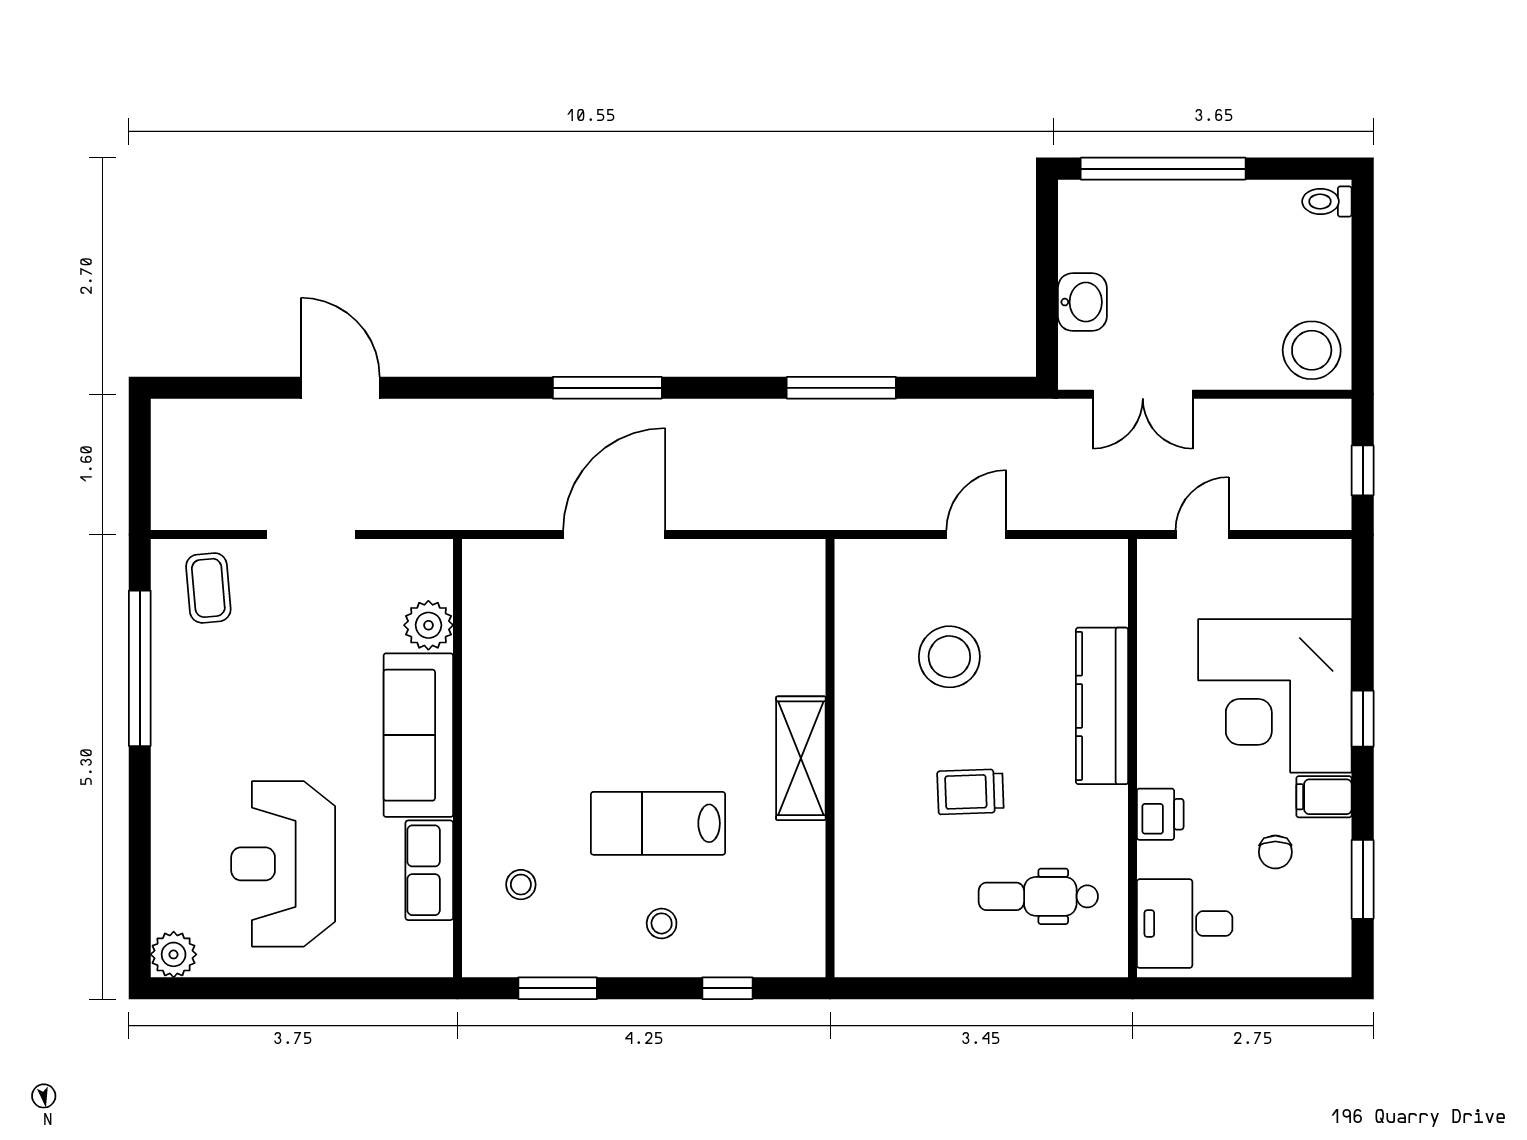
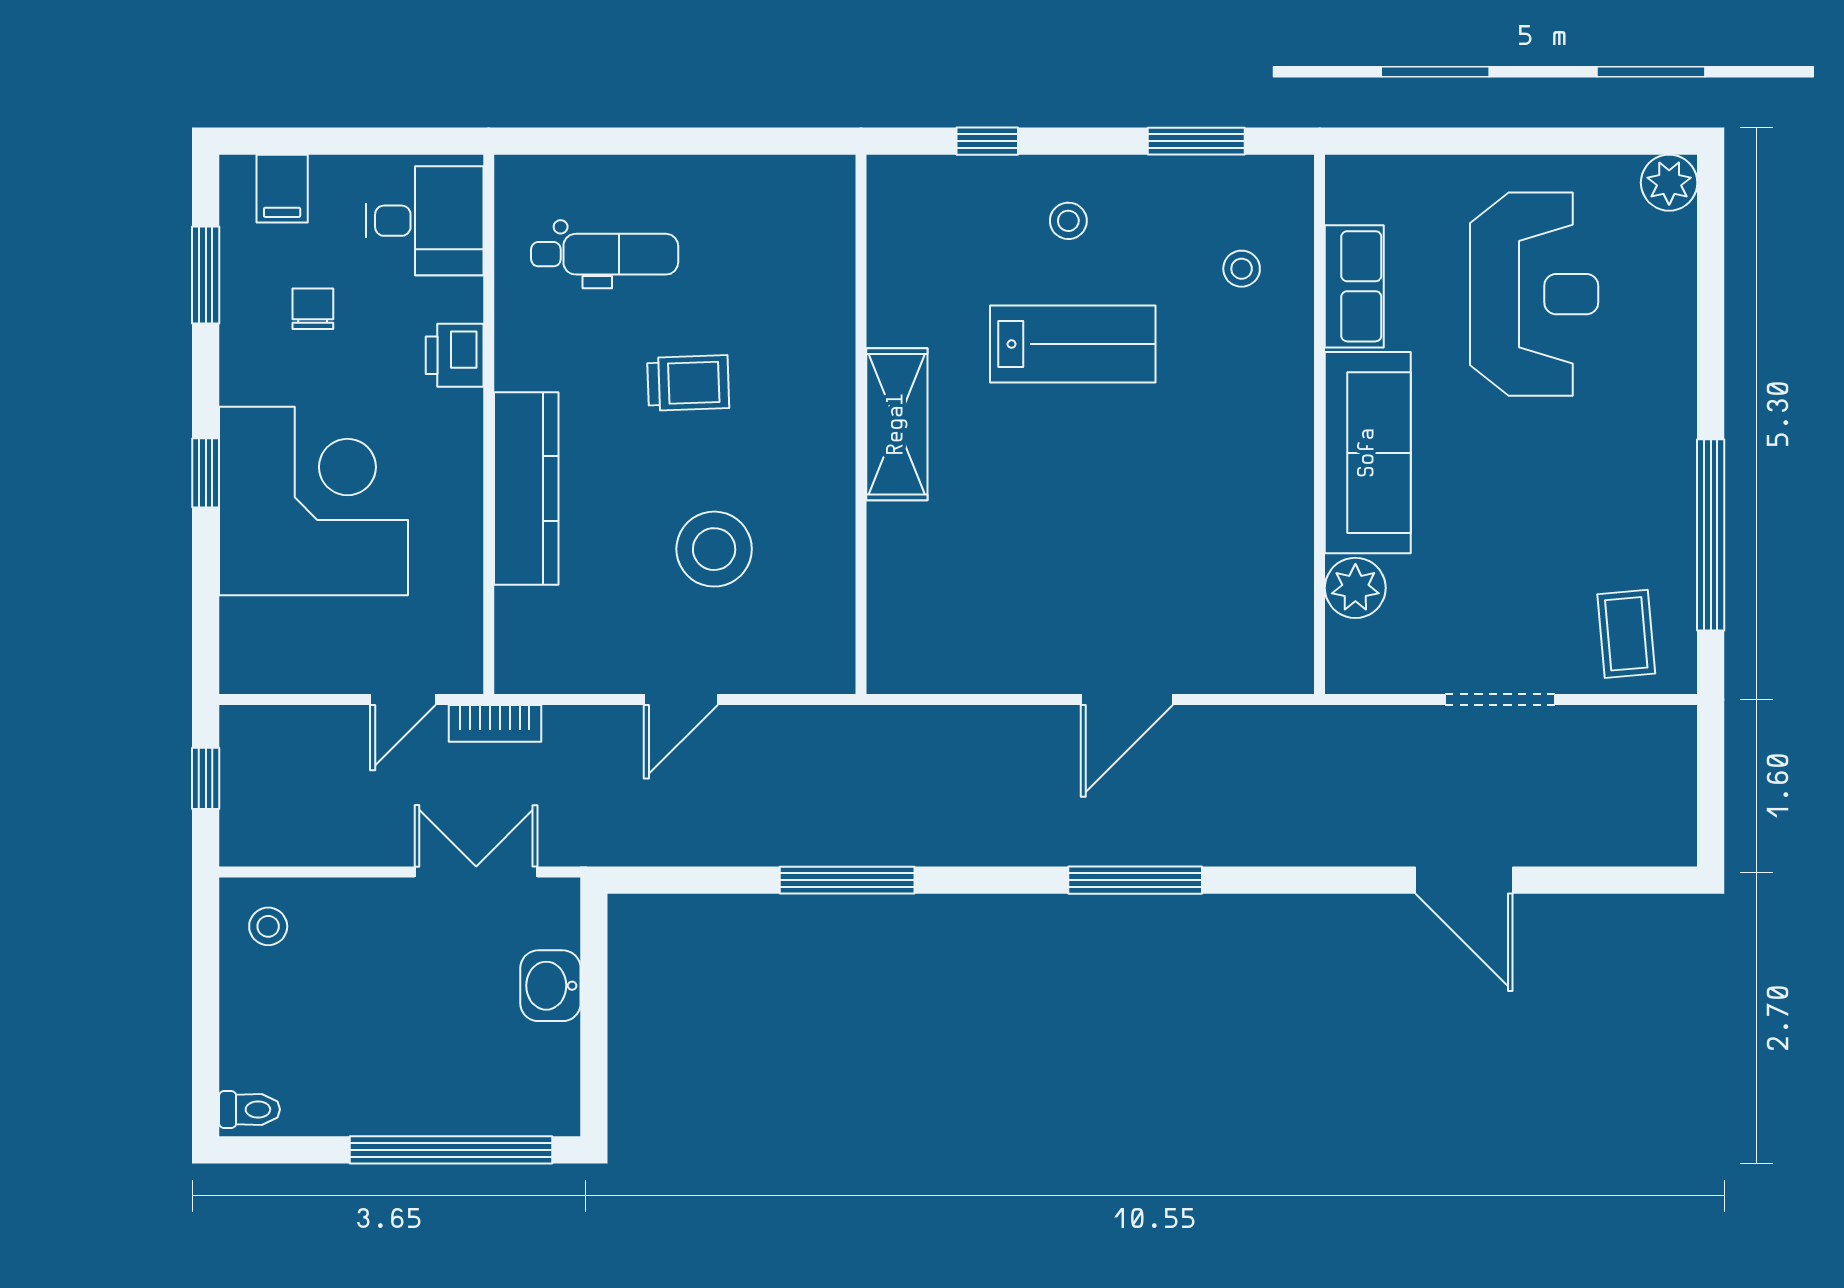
stool: (1312, 350) -> (268, 926), width x0.53, depth x0.53
bookcase: (1127, 515) -> (495, 723), added
door: (614, 535) -> (1127, 699), width x0.73
filing cabinet: (1324, 797) -> (282, 189), moved, turned 90

